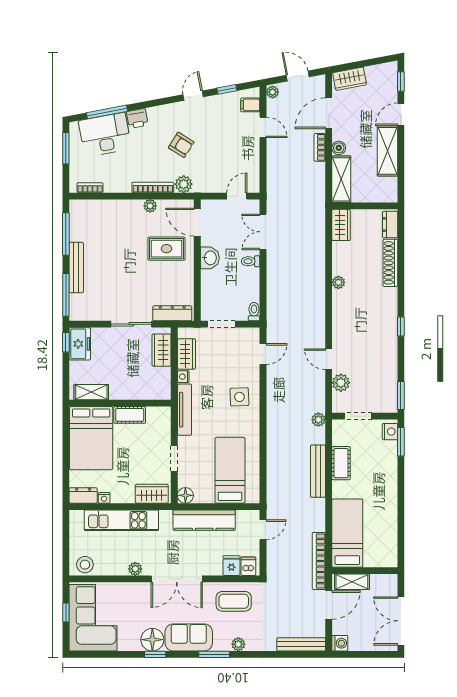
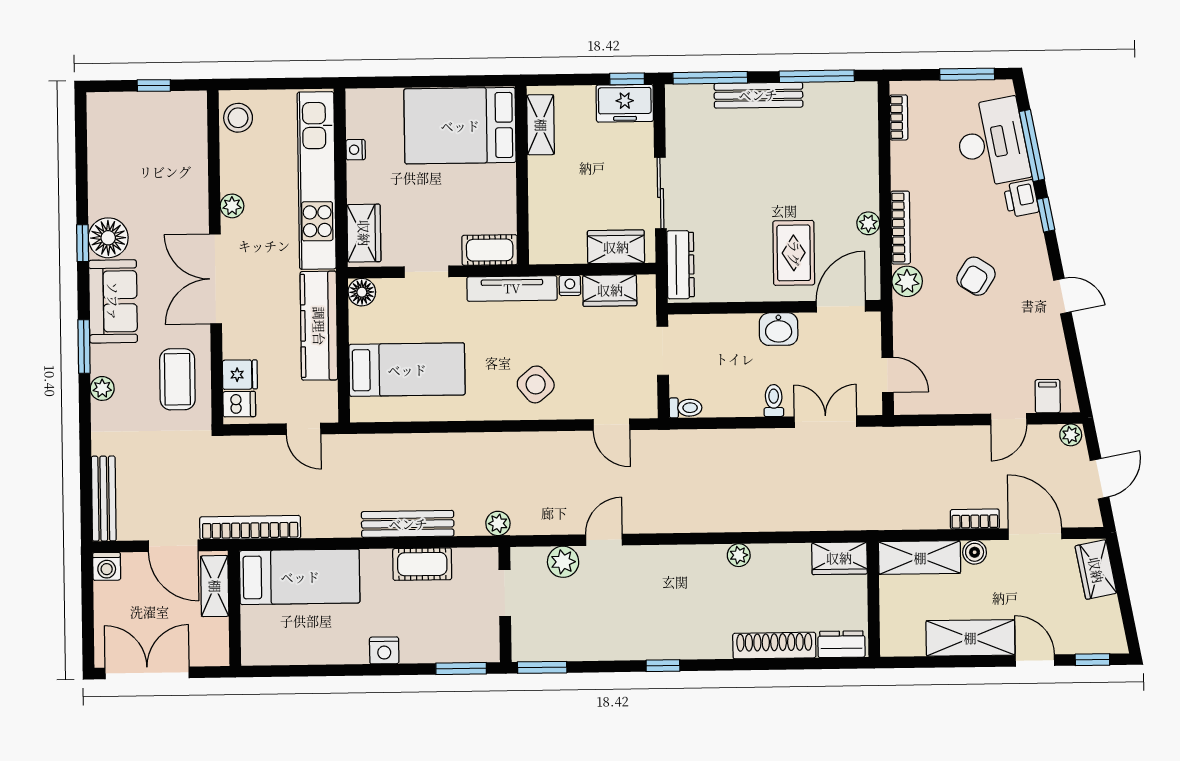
window: (227, 89) -> (1046, 215), moved
side table: (239, 397) -> (536, 384), turned -38
cot: (130, 415) -> (490, 250), moved, turned 90
nightstand: (390, 432) -> (384, 650), moved
dresser: (83, 495) -> (359, 113), removed
kitchen unit: (121, 520) -> (317, 180), width x1.36
corner sofa: (93, 618) -> (145, 133), removed

